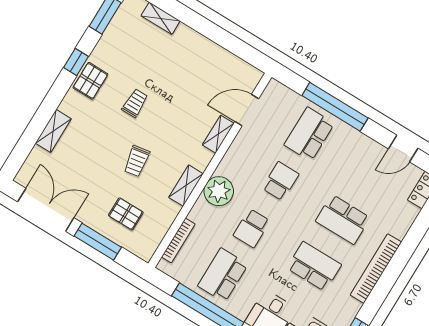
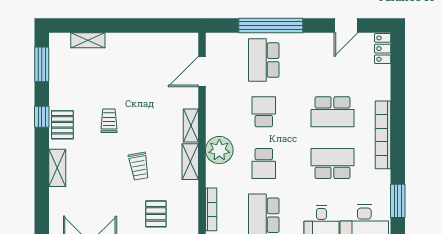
shelving: (53, 131) -> (57, 168), moved
shelving: (218, 134) -> (191, 126), moved
pallet: (126, 214) -> (156, 214), turned 90

